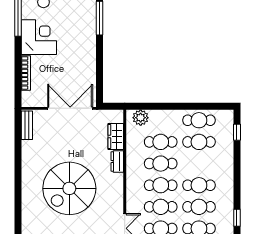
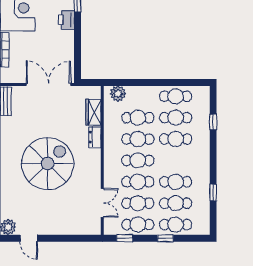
printer: (88, 43) -> (66, 20), added
window: (237, 132) -> (213, 122), moved
cafe table: (199, 185) -> (176, 139), moved
spiral stairs: (69, 188) -> (48, 164), turned 180

